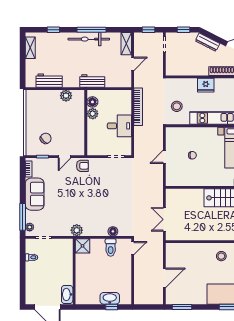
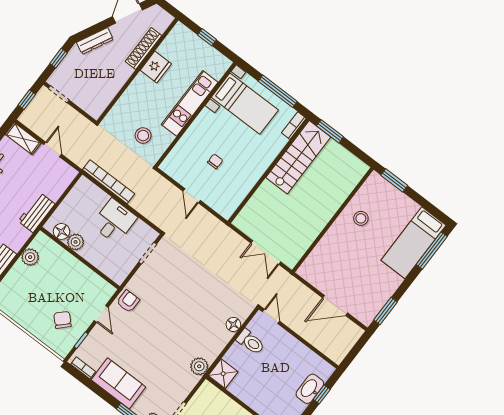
fridge: (206, 85) -> (156, 67), moved
door: (164, 278) -> (335, 305), swing flipped

